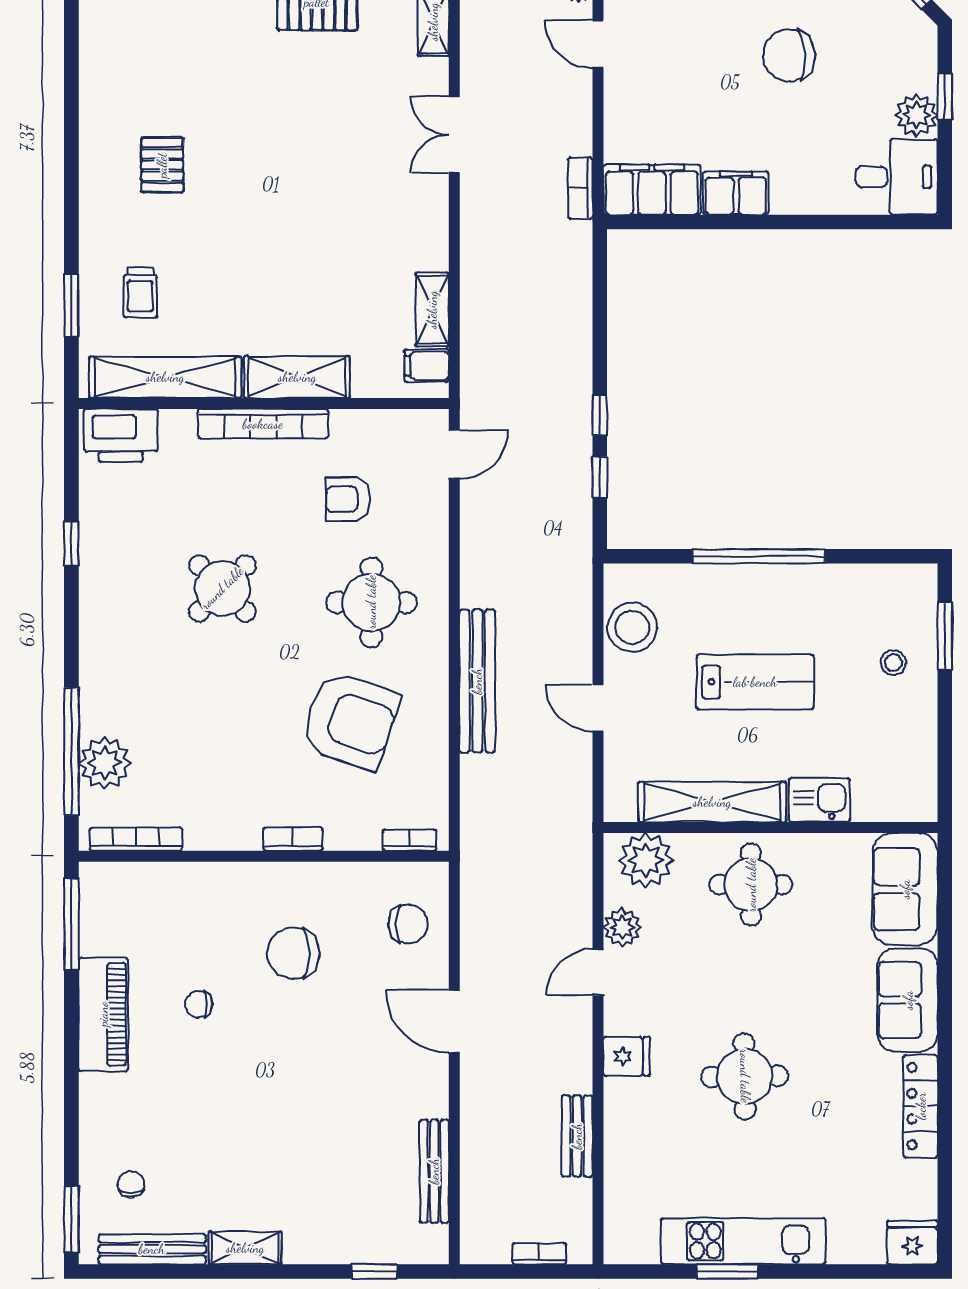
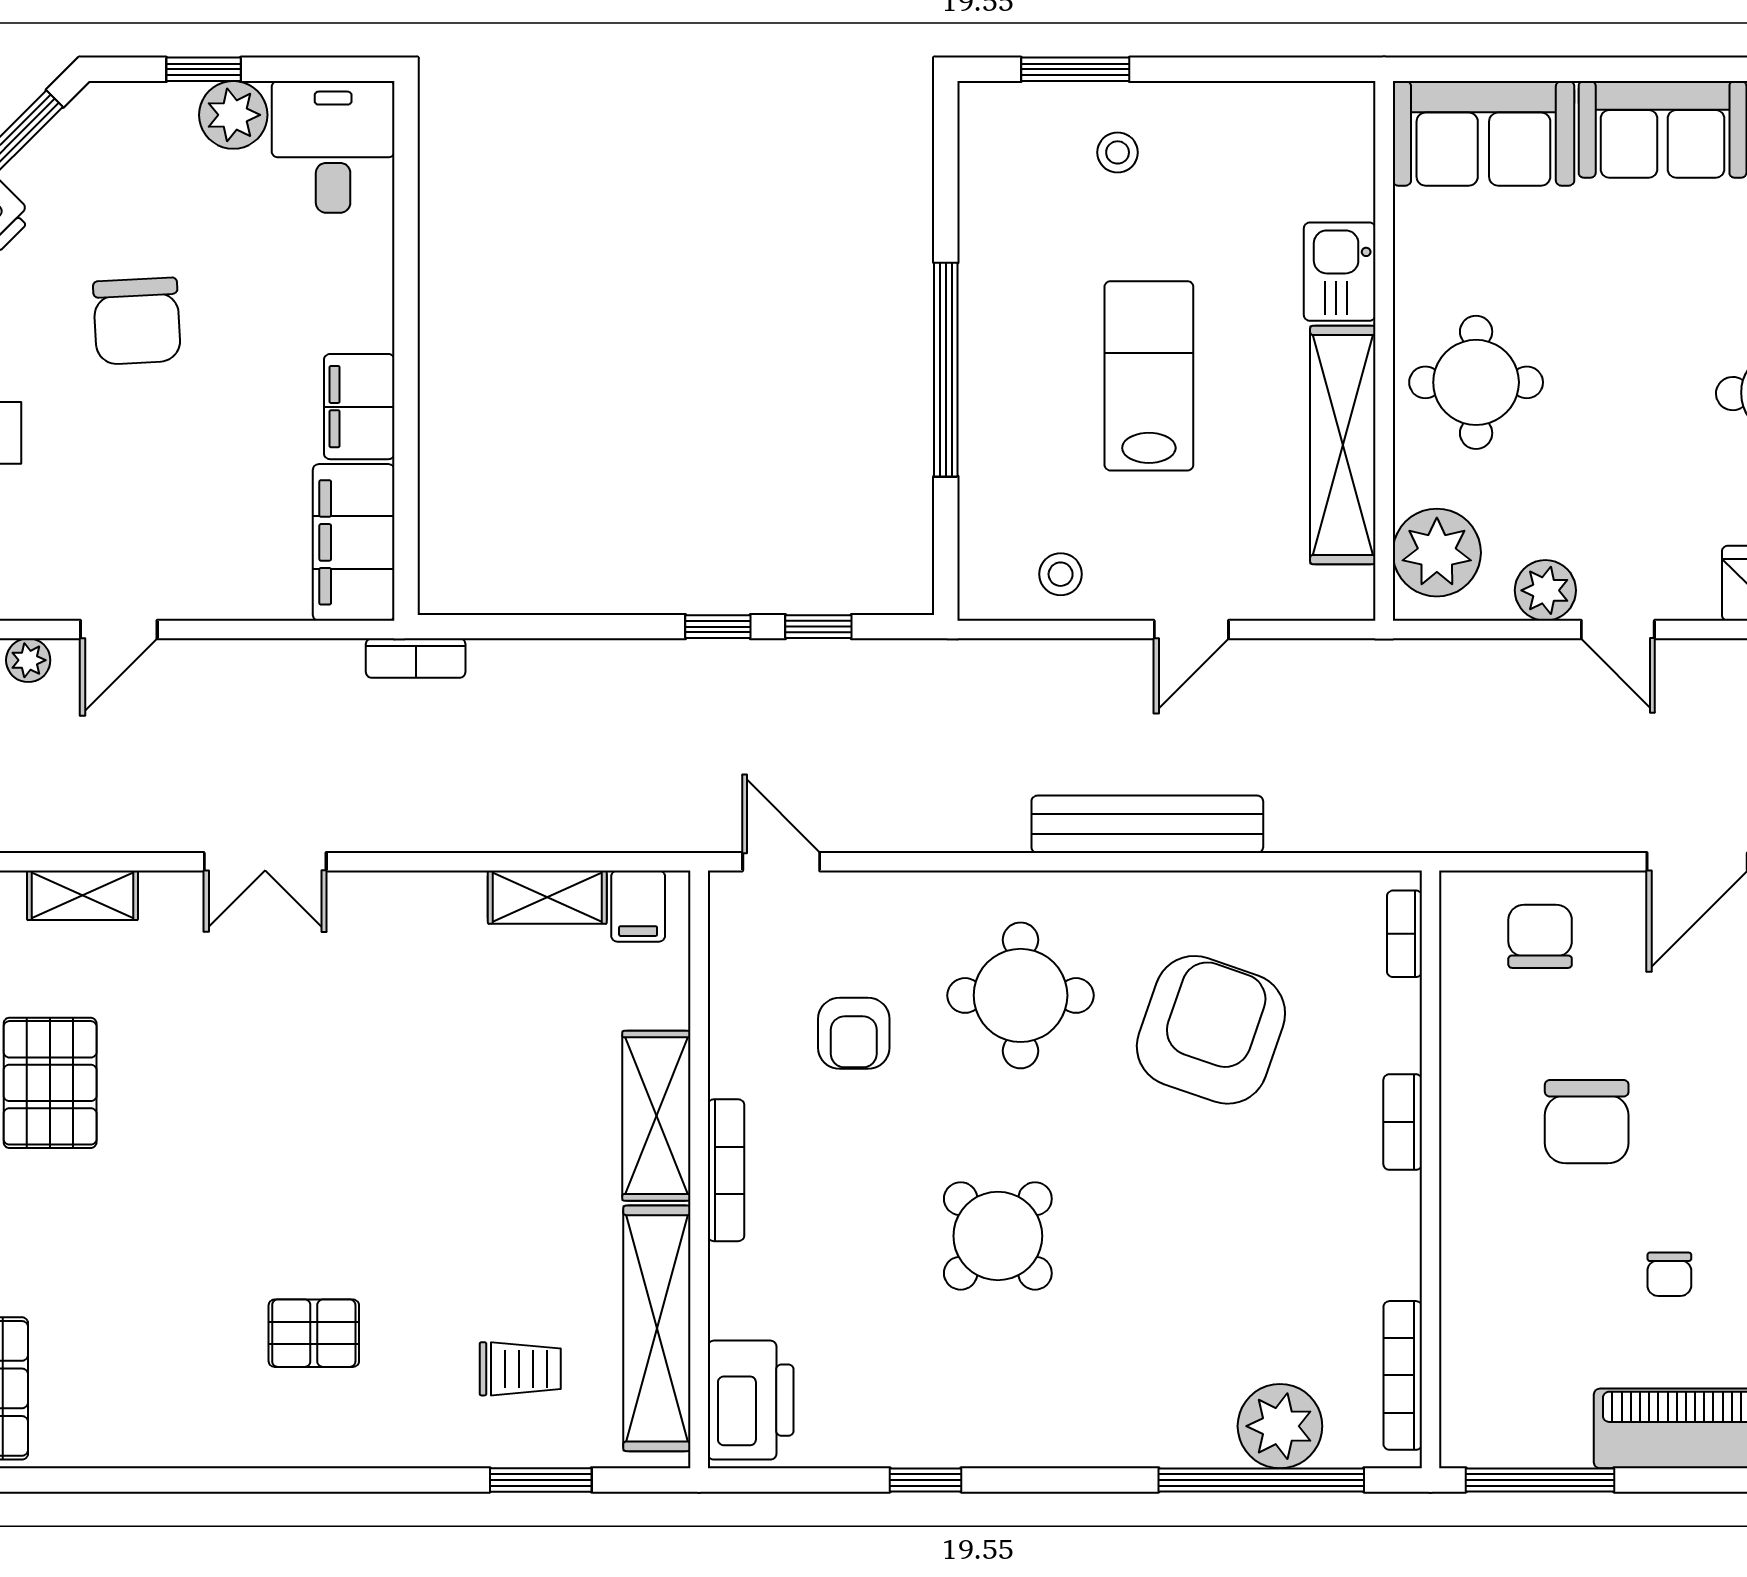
bookcase: (580, 188) -> (416, 658), moved
bookcase: (263, 424) -> (726, 1170), width x0.68, depth x0.76
stool: (632, 627) -> (1061, 574), width x0.53, depth x0.53

